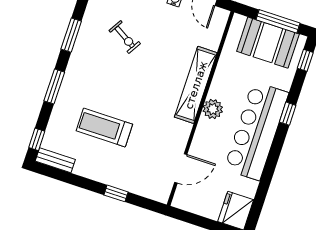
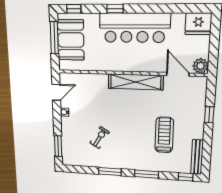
shelving: (196, 85) -> (136, 82), moved
plant: (213, 109) -> (201, 66), moved
treadmill: (104, 127) -> (164, 135), turned 180
bench: (55, 160) -> (197, 157), width x1.36

